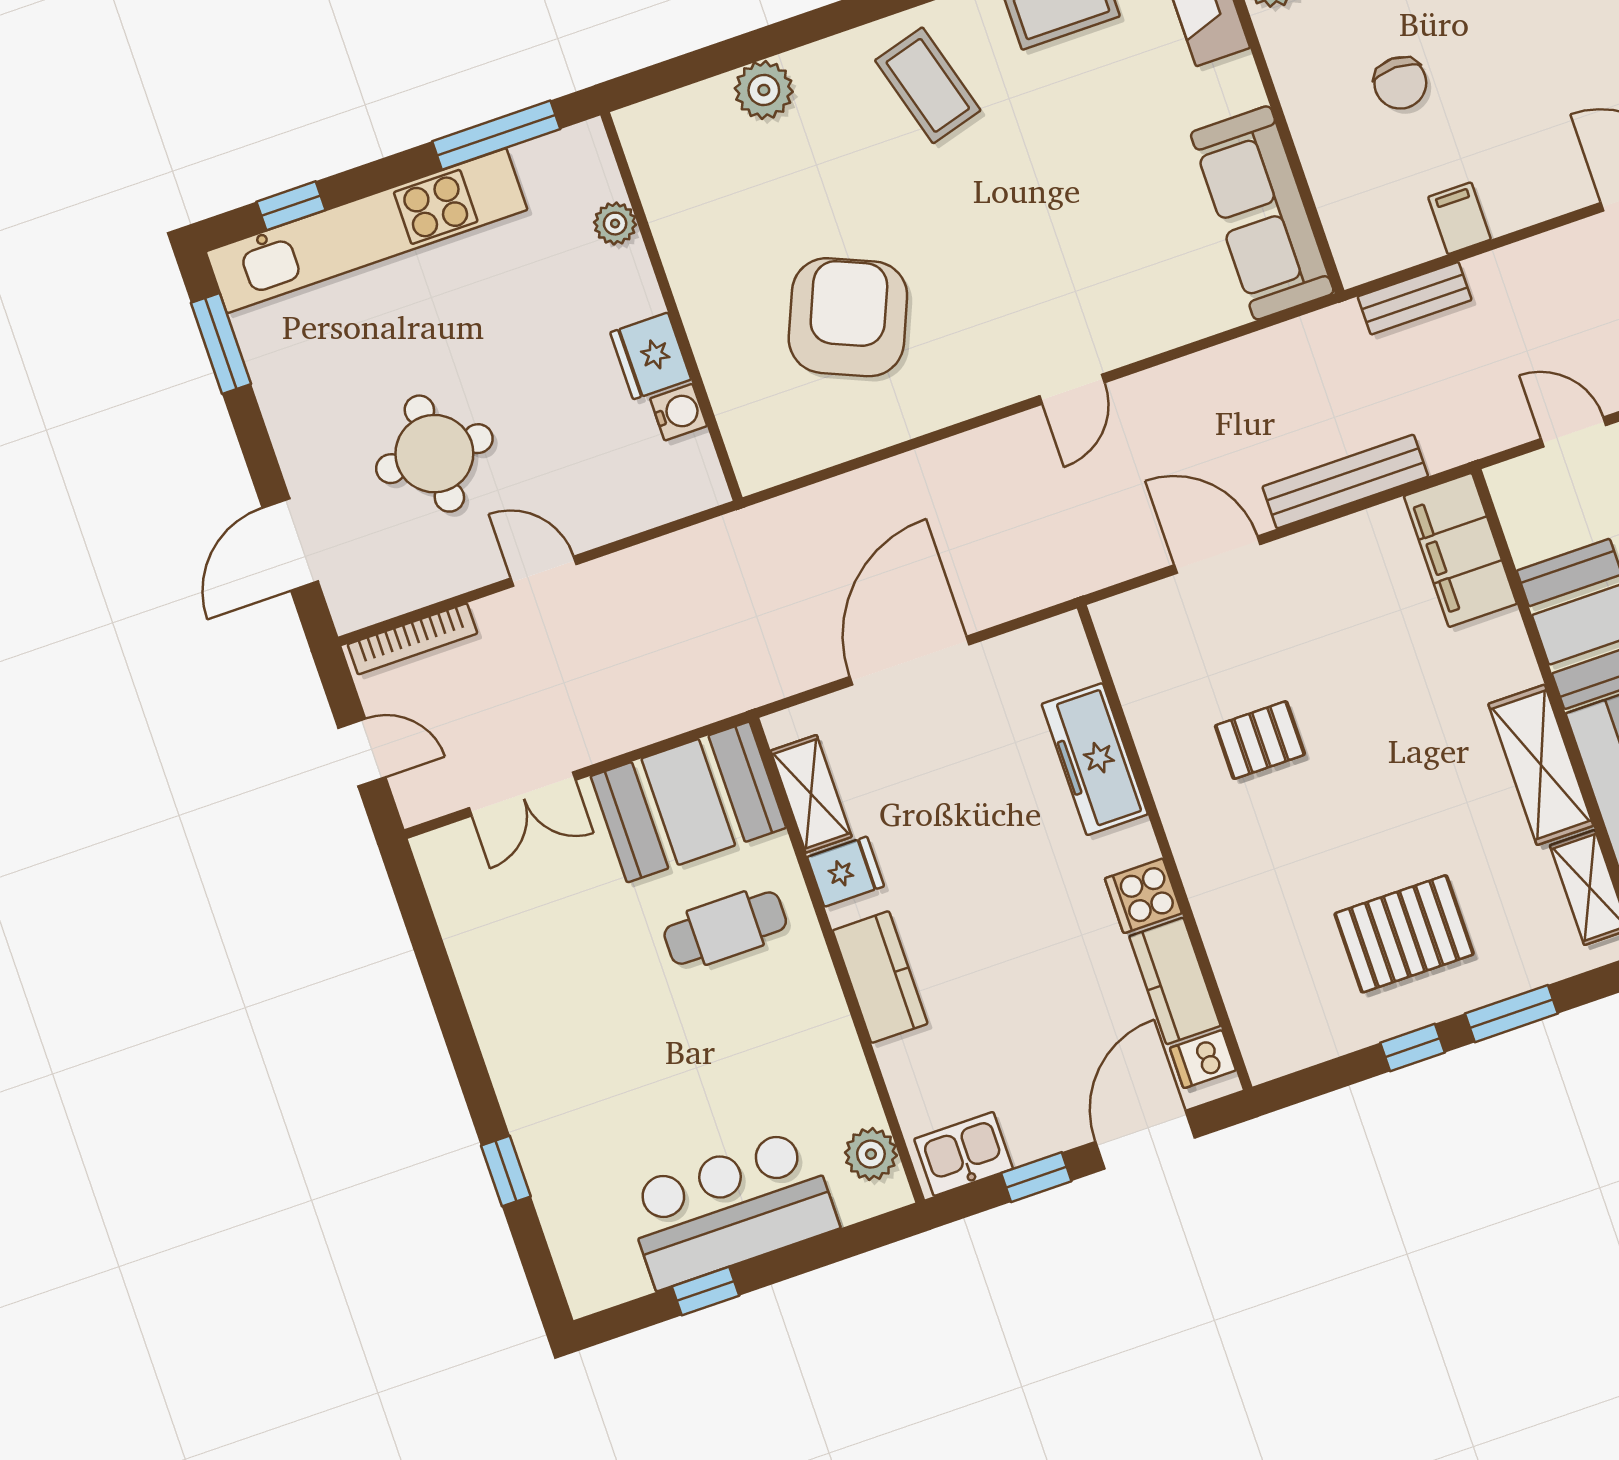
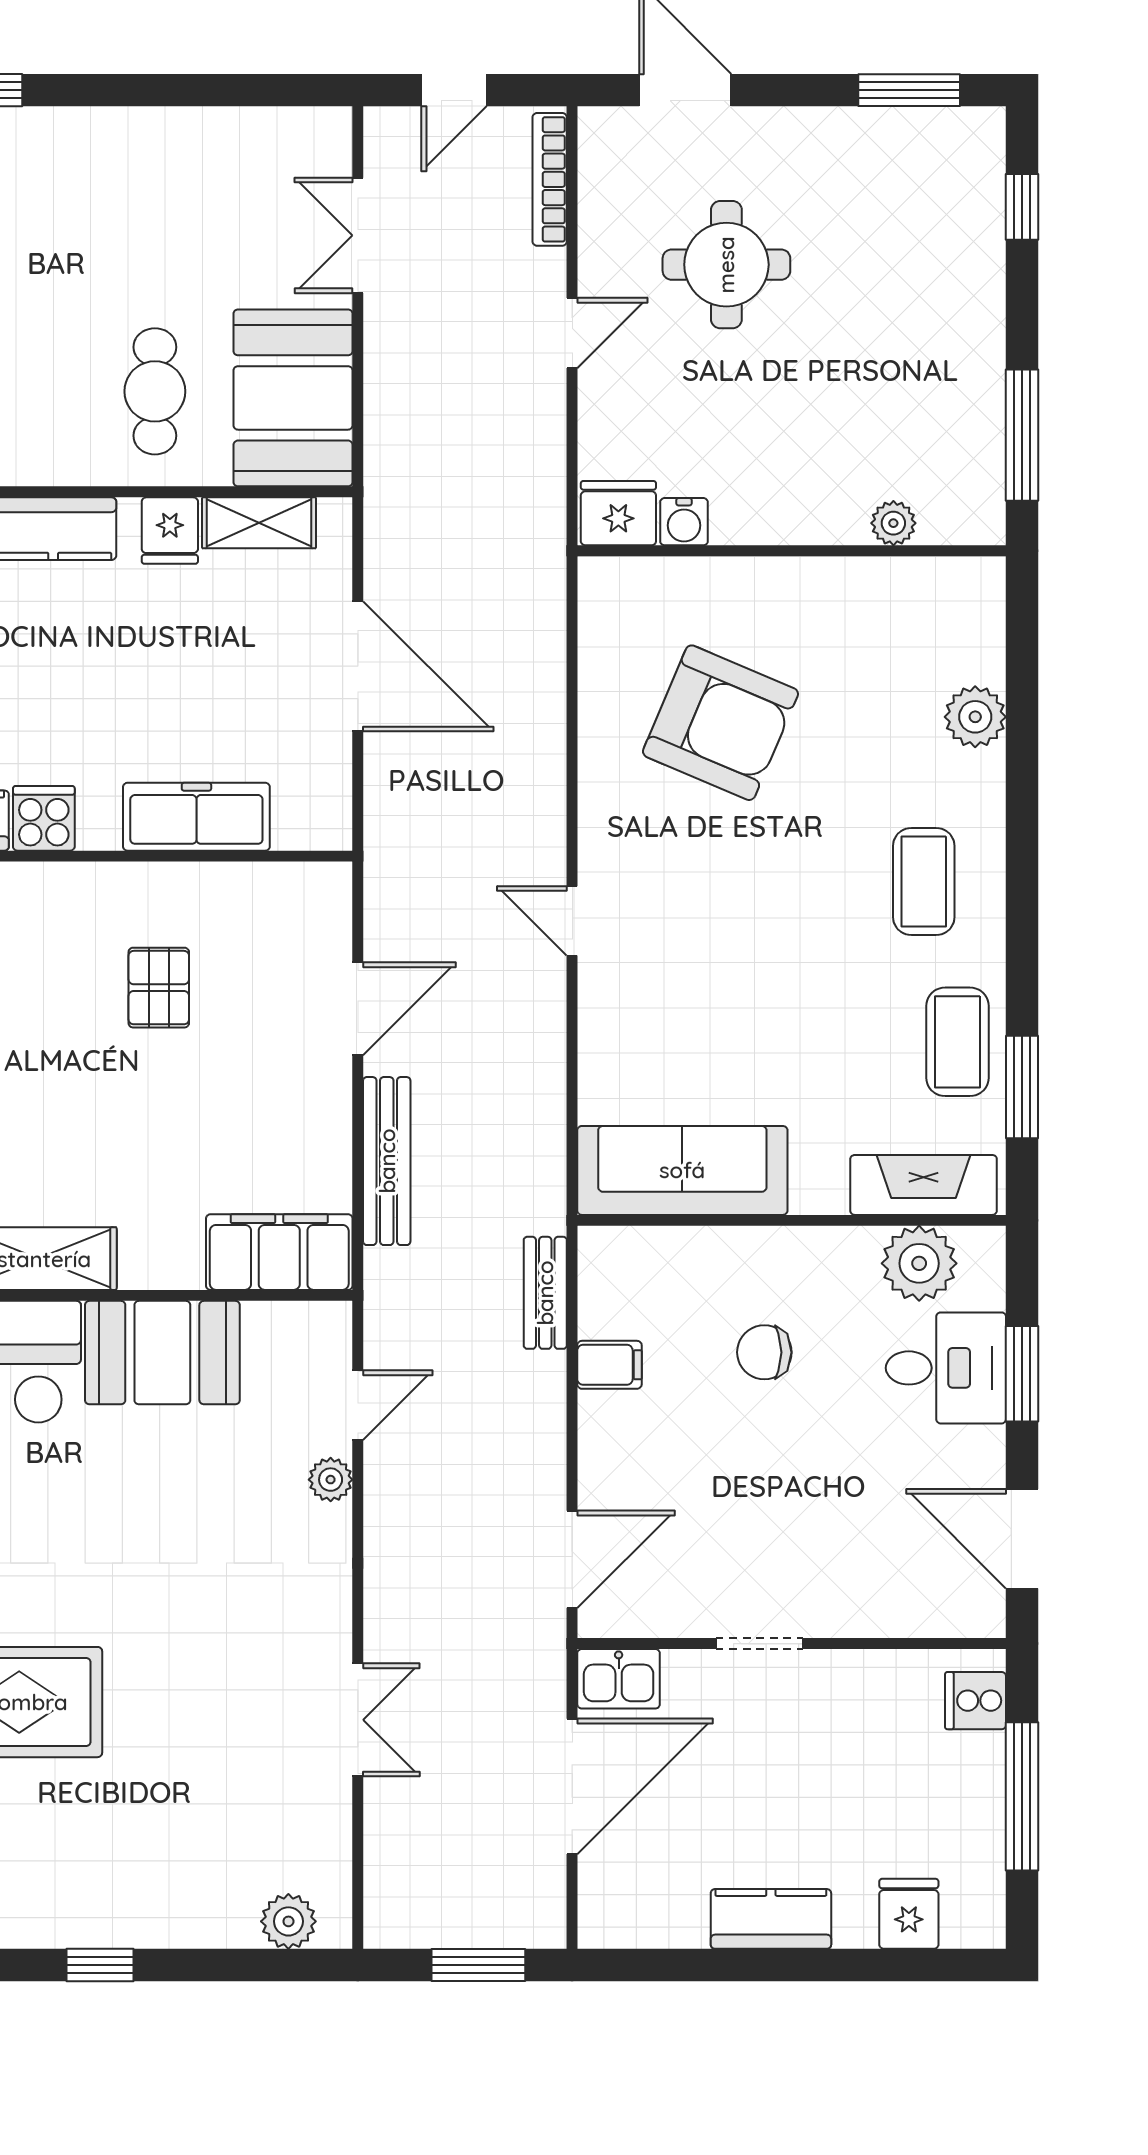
coffee table: (928, 85) -> (924, 881), turned -74
kitchen unit: (367, 231) -> (971, 273), removed
fridge: (651, 356) -> (618, 513), moved

